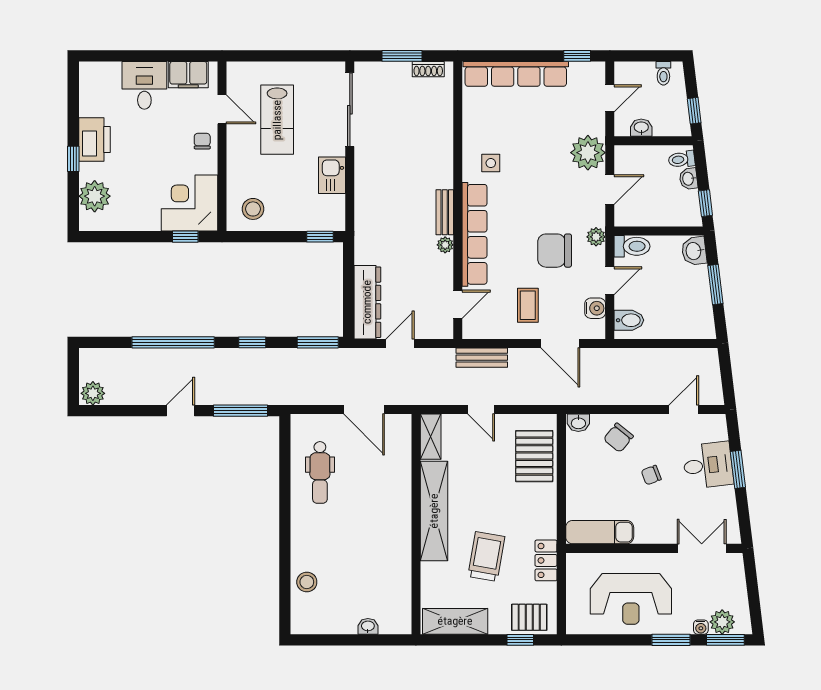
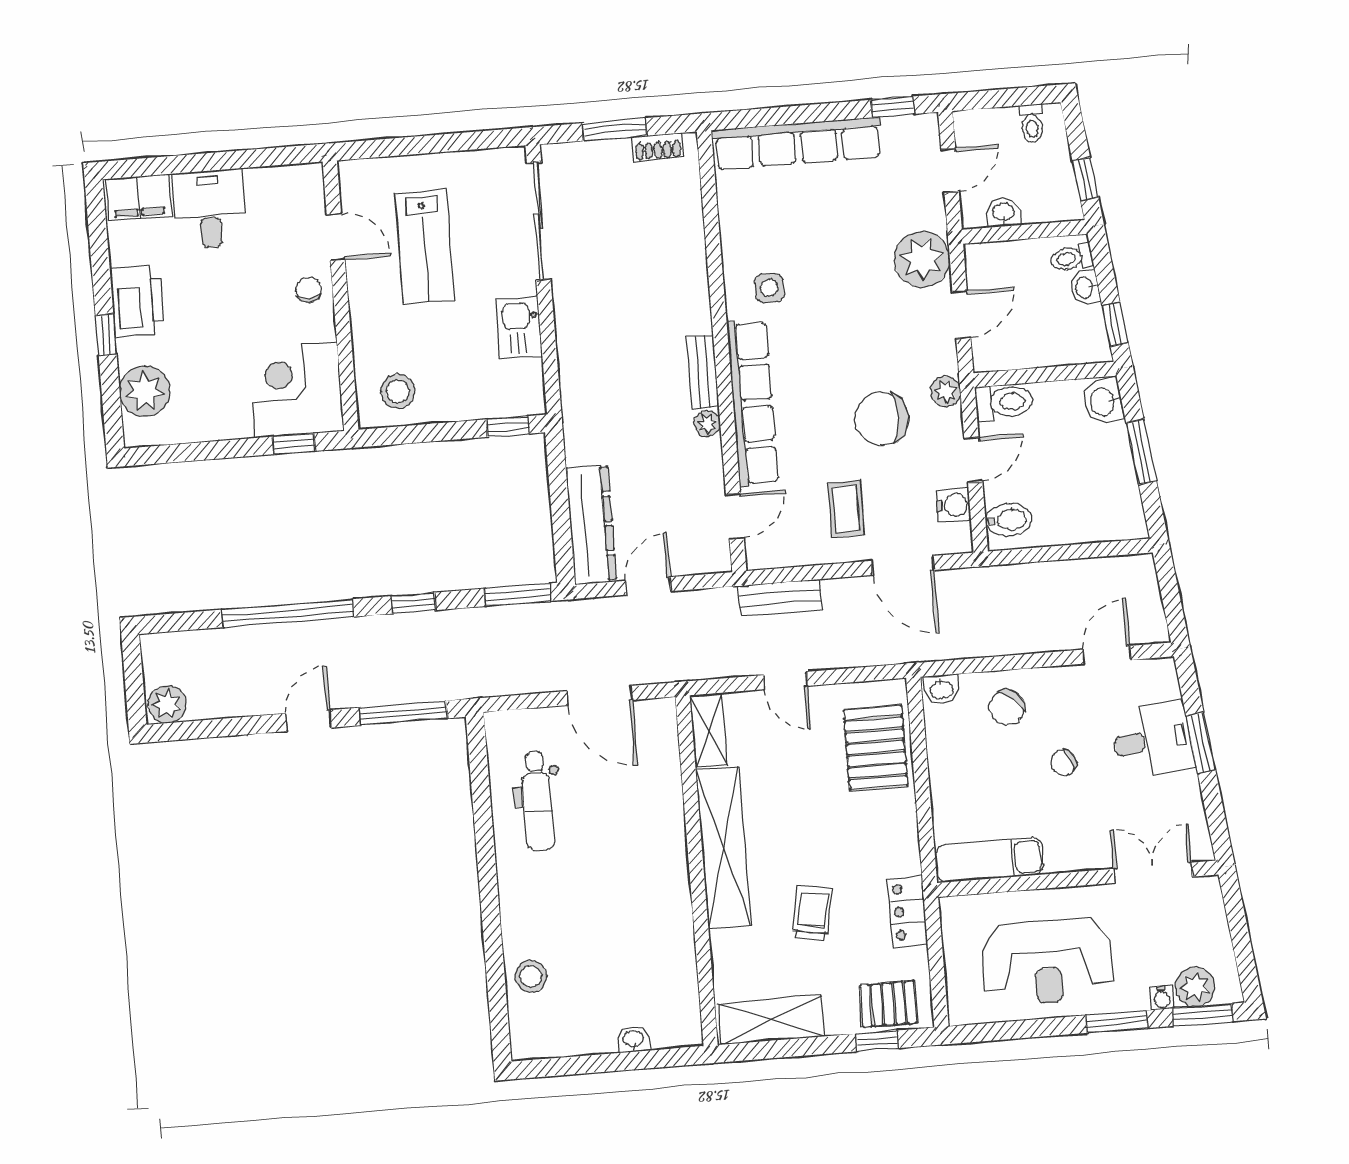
filing cabinet: (188, 75) -> (139, 198), moved
trolley: (486, 557) -> (813, 913), width x0.73, depth x0.72

